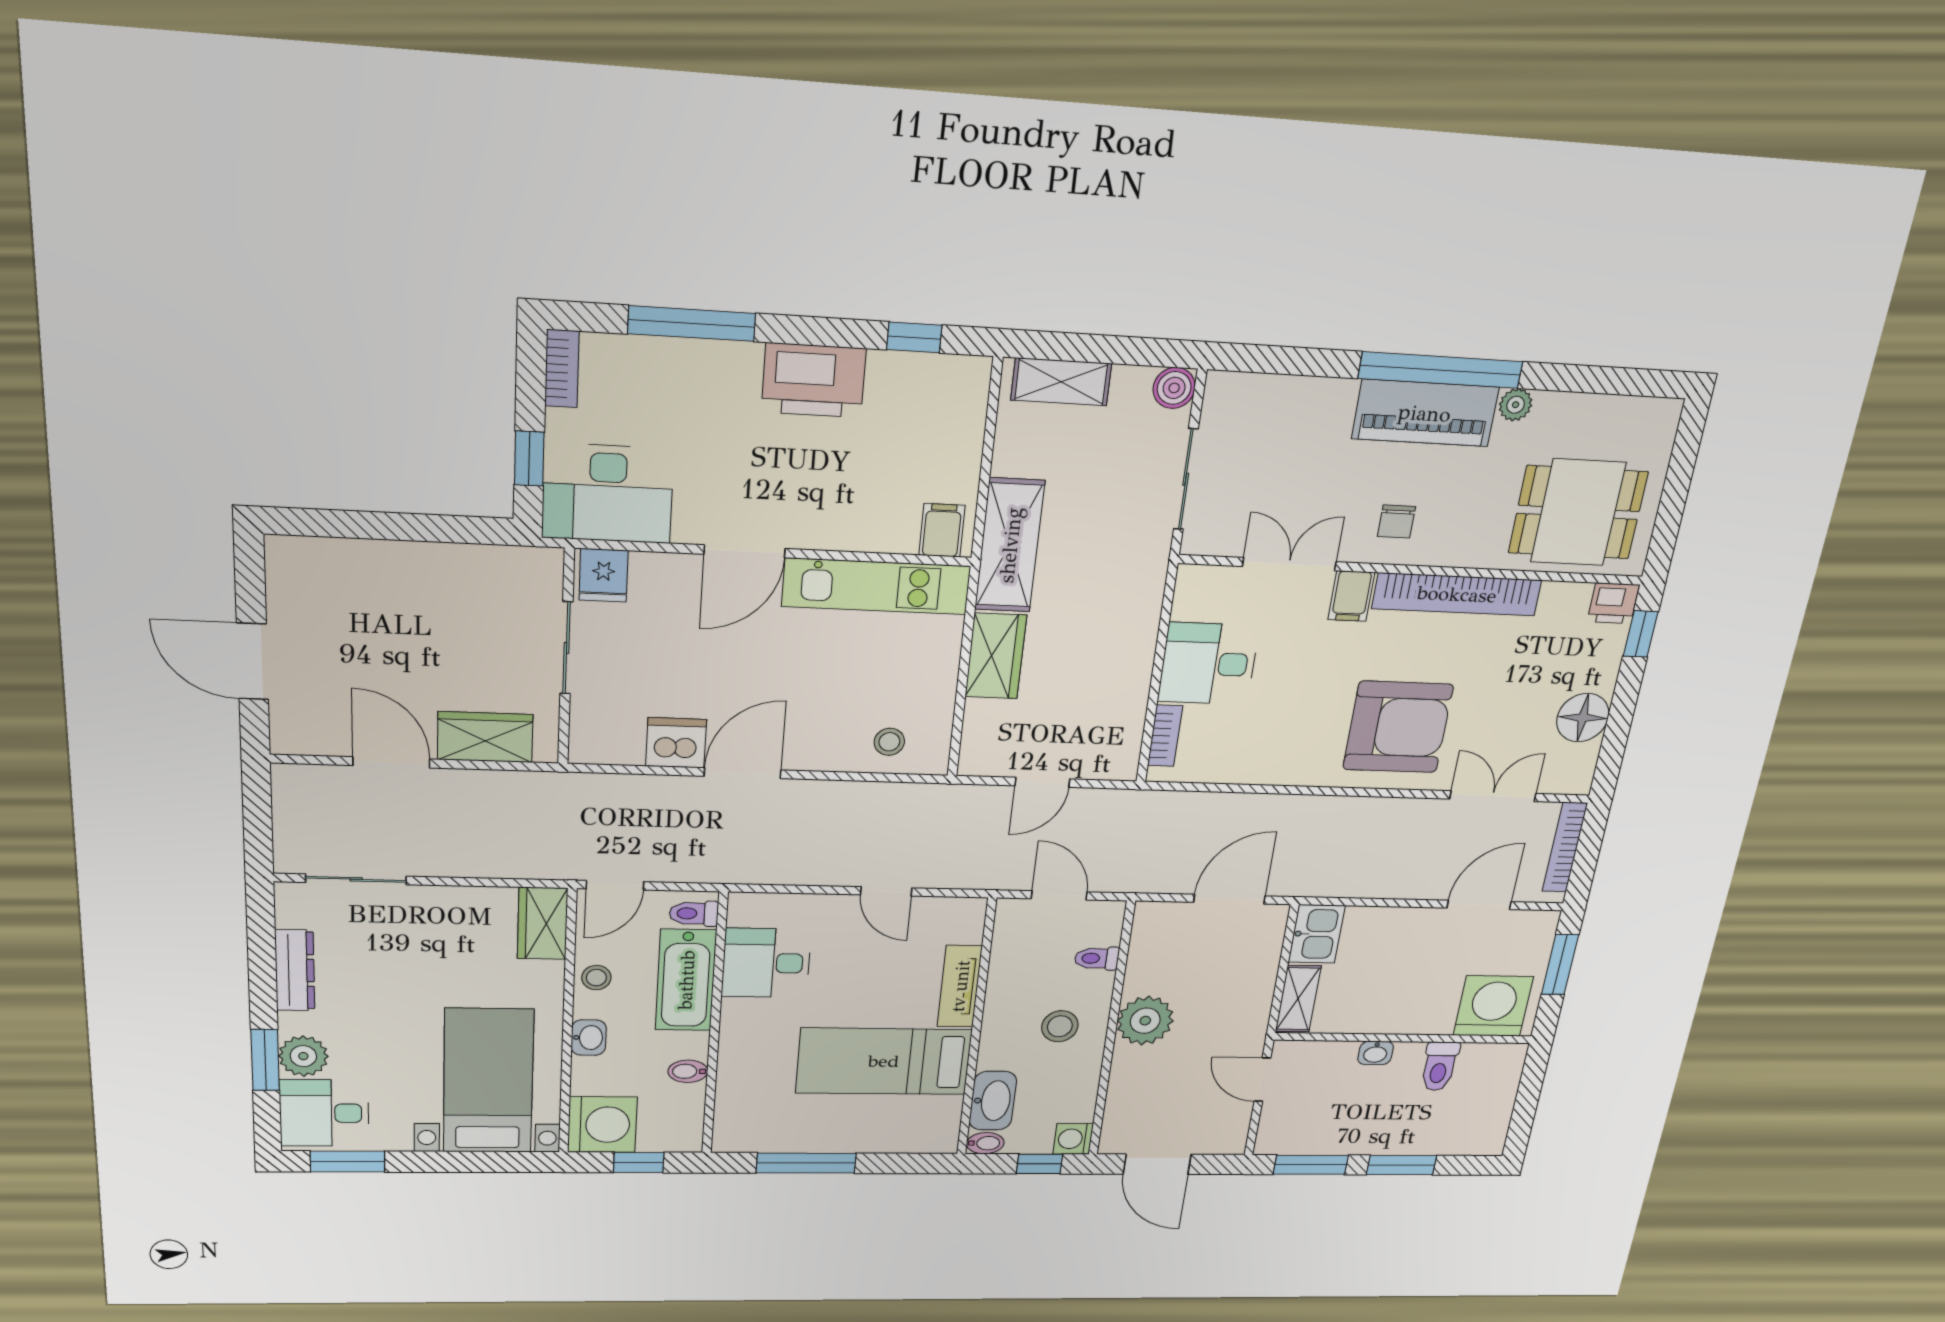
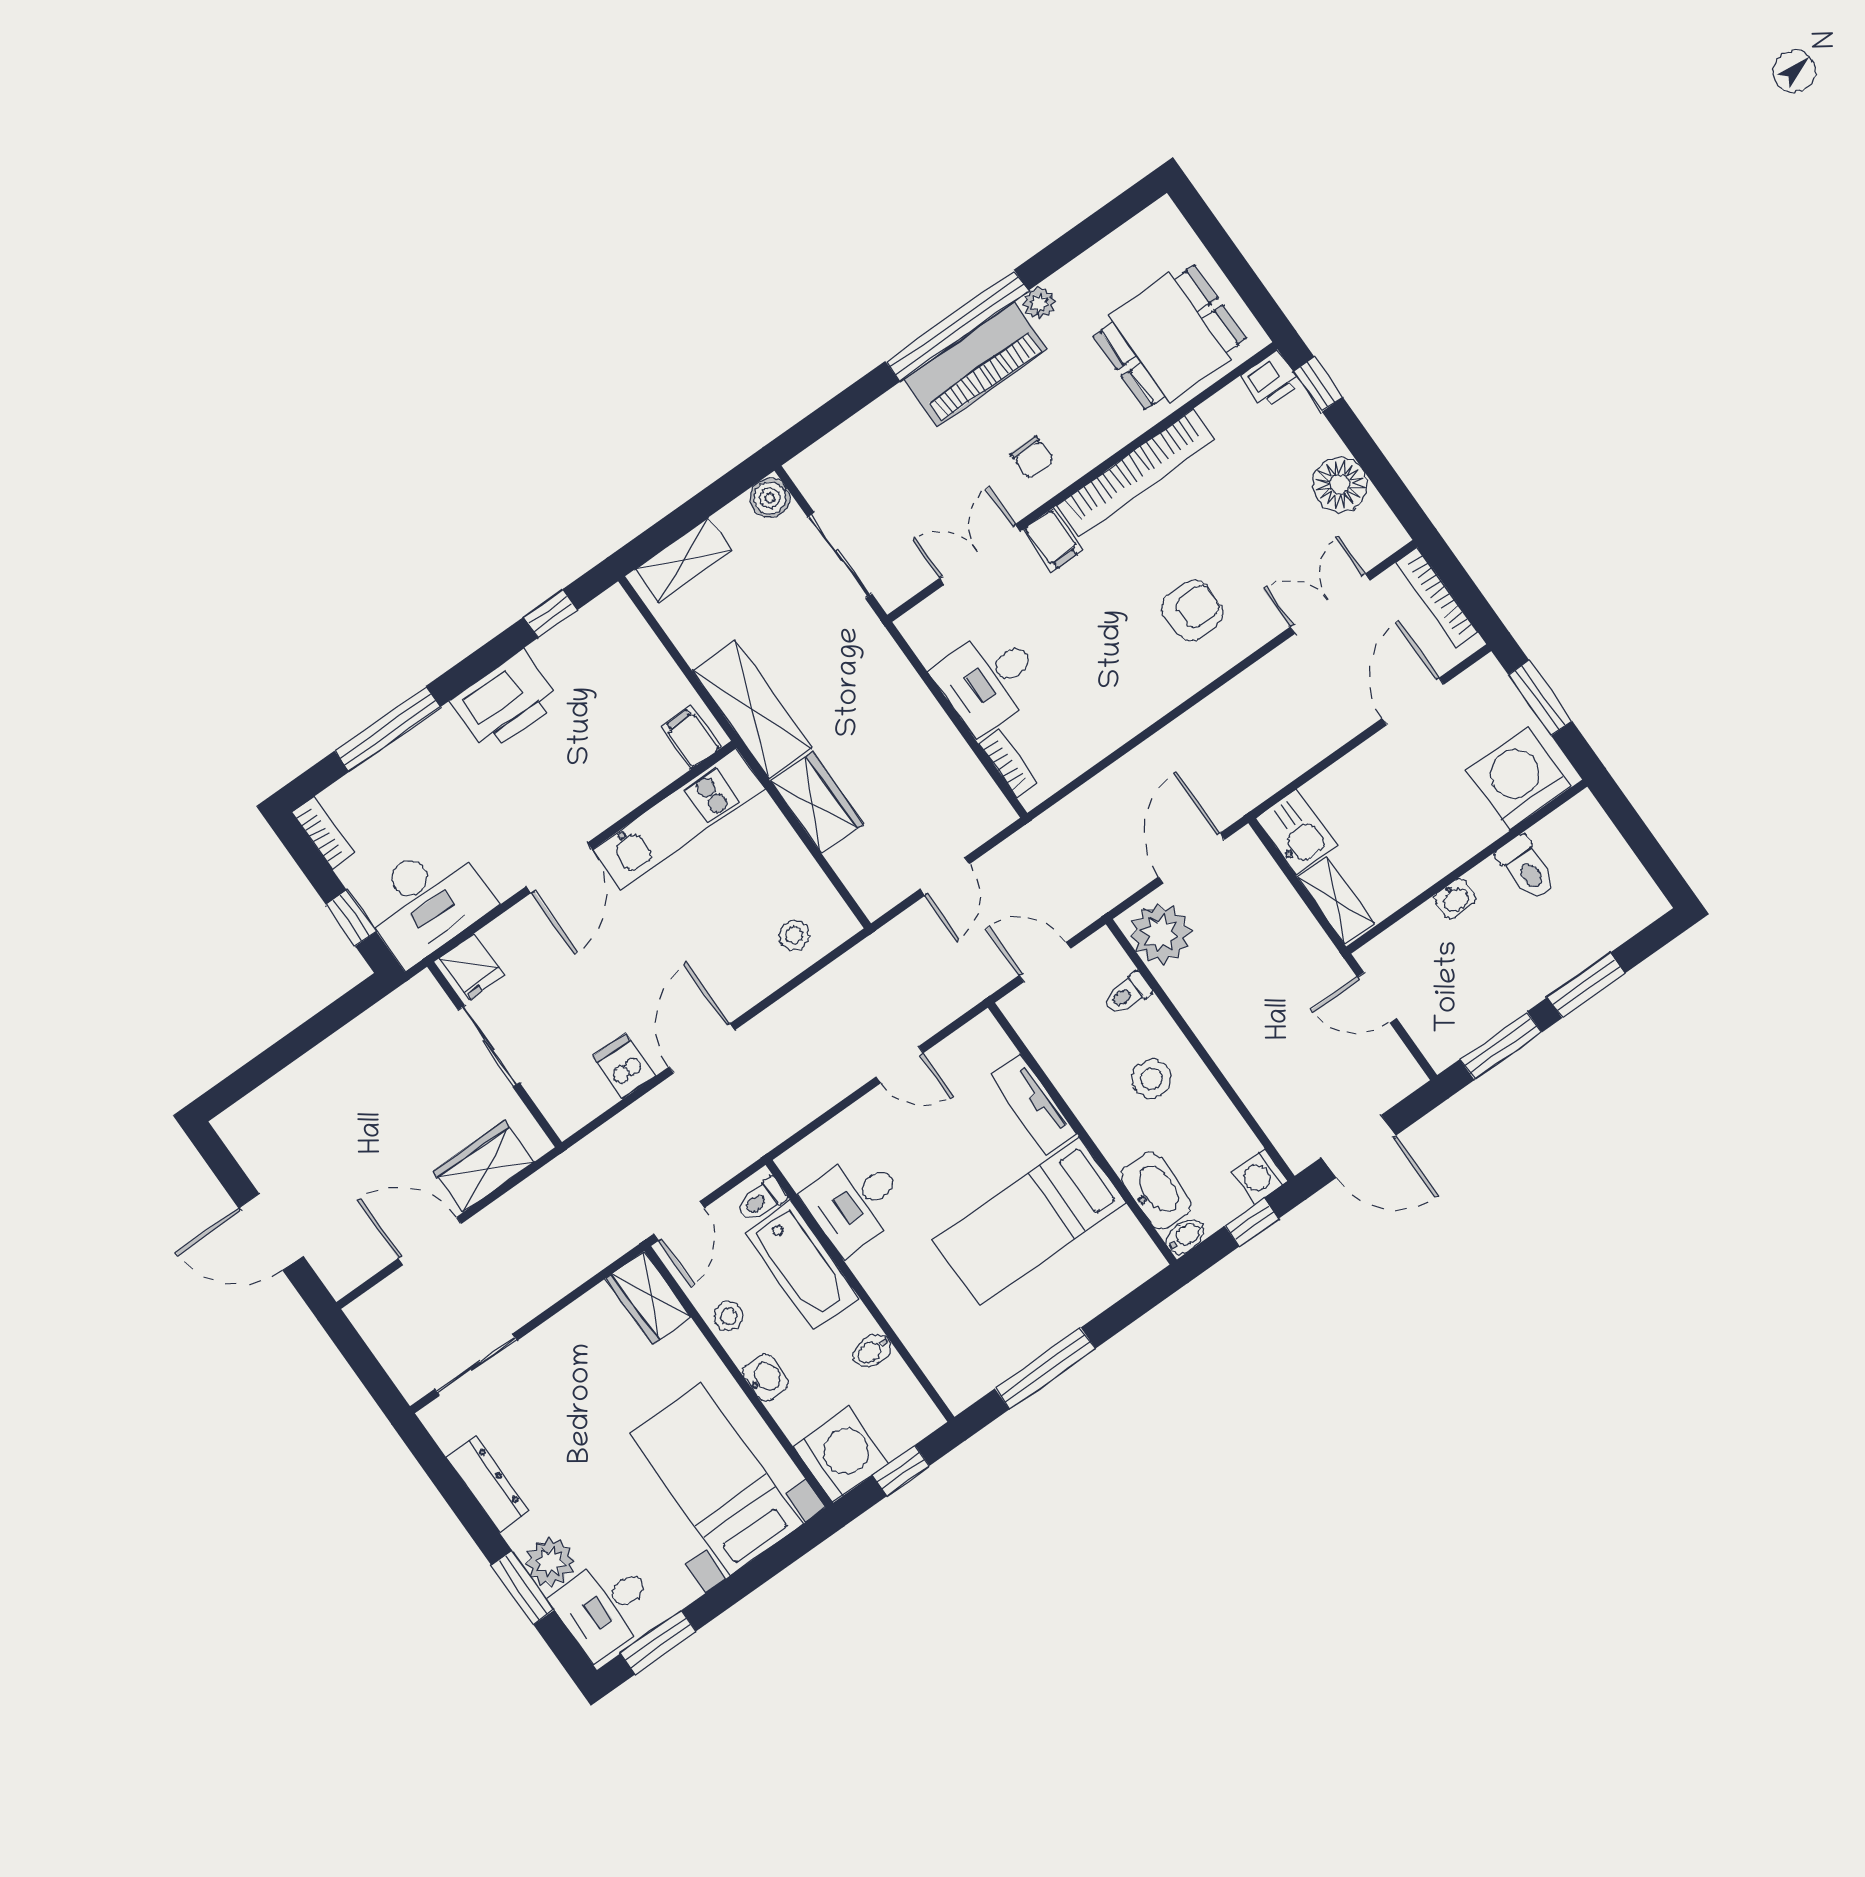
armchair: (1398, 727) -> (1192, 610), width x0.53, depth x0.53
dishwasher: (676, 743) -> (624, 1066), width x0.73
plant: (1145, 1021) -> (1160, 934), moved

